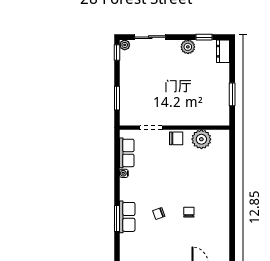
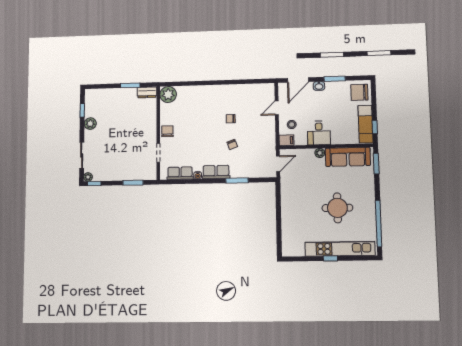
dresser: (223, 51) -> (147, 92), moved
plant: (201, 139) -> (168, 94), moved
row of seats: (127, 217) -> (216, 172), moved

